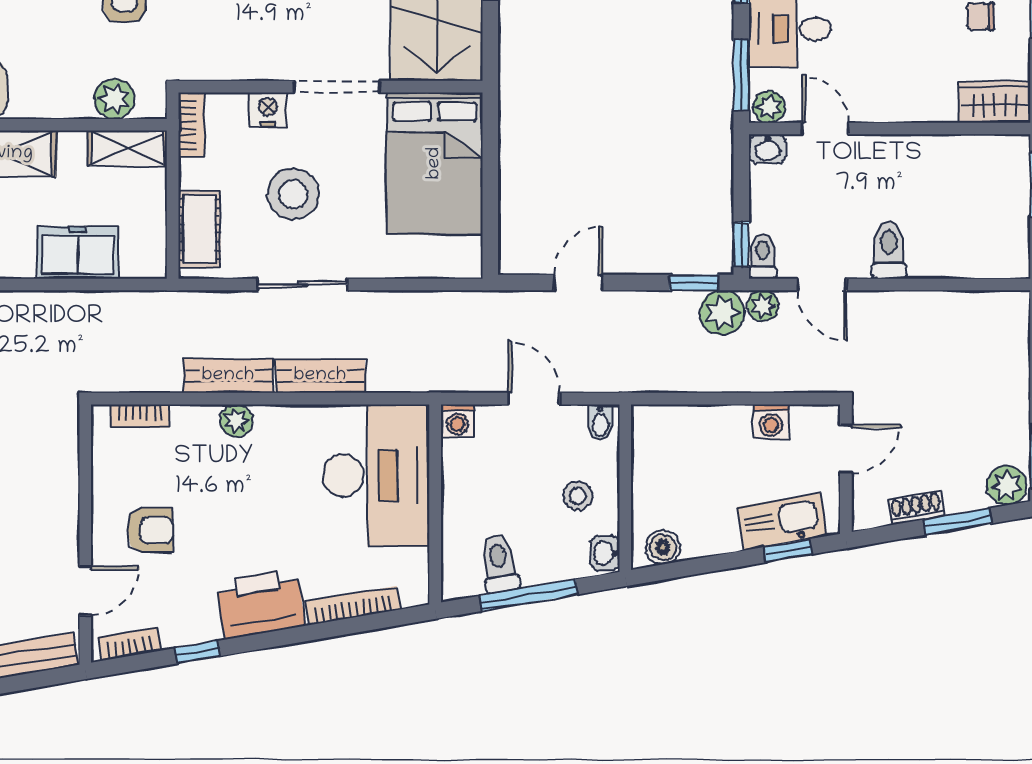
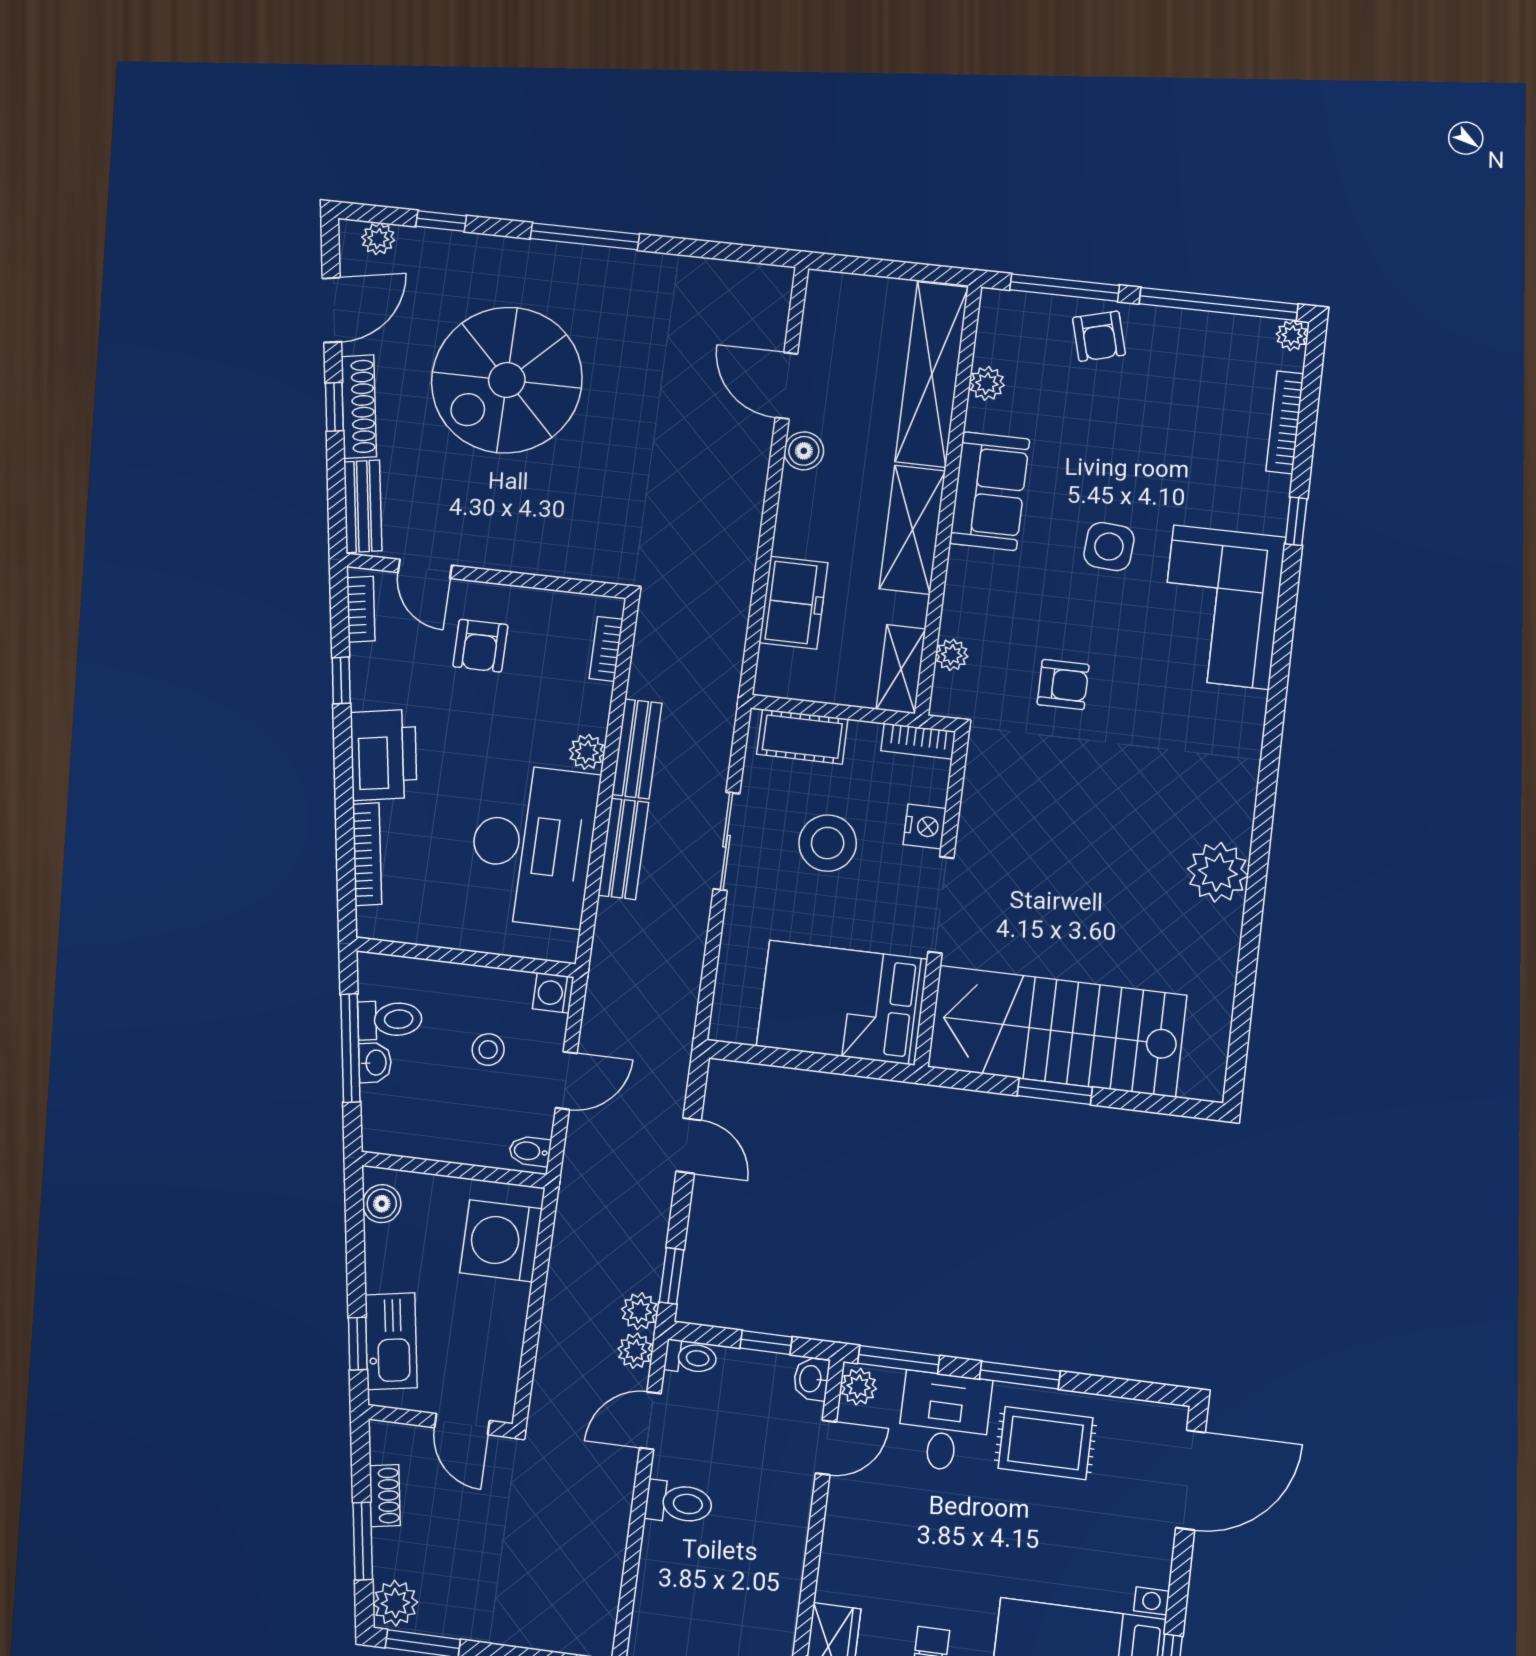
plant: (115, 99) -> (952, 655), width x0.73, depth x0.73
window: (741, 244) -> (766, 1342), moved
plant: (722, 313) -> (640, 1311), width x0.73, depth x0.73
washing machine: (771, 422) -> (501, 1241), moved, width x1.89, depth x1.89
desk: (376, 475) -> (533, 845), moved, turned -90
stool: (578, 496) -> (488, 1050), moved
washbasin: (605, 553) -> (375, 1063), moved, turned 80

